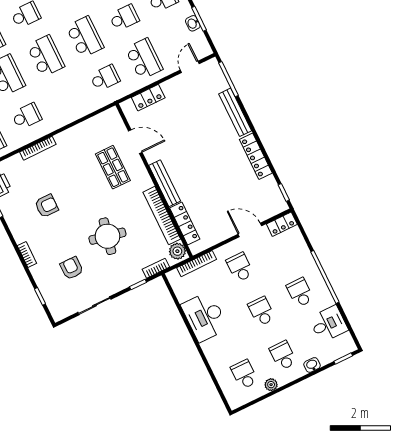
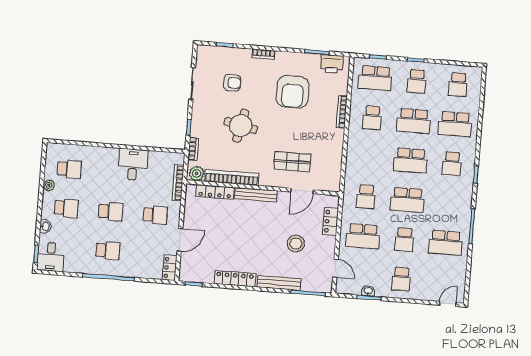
stool: (188, 118) -> (296, 244), added
armchair: (47, 206) -> (293, 92), width x1.88, depth x1.88
desk: (205, 317) -> (133, 165), width x0.73
desk: (328, 324) -> (51, 257), moved

